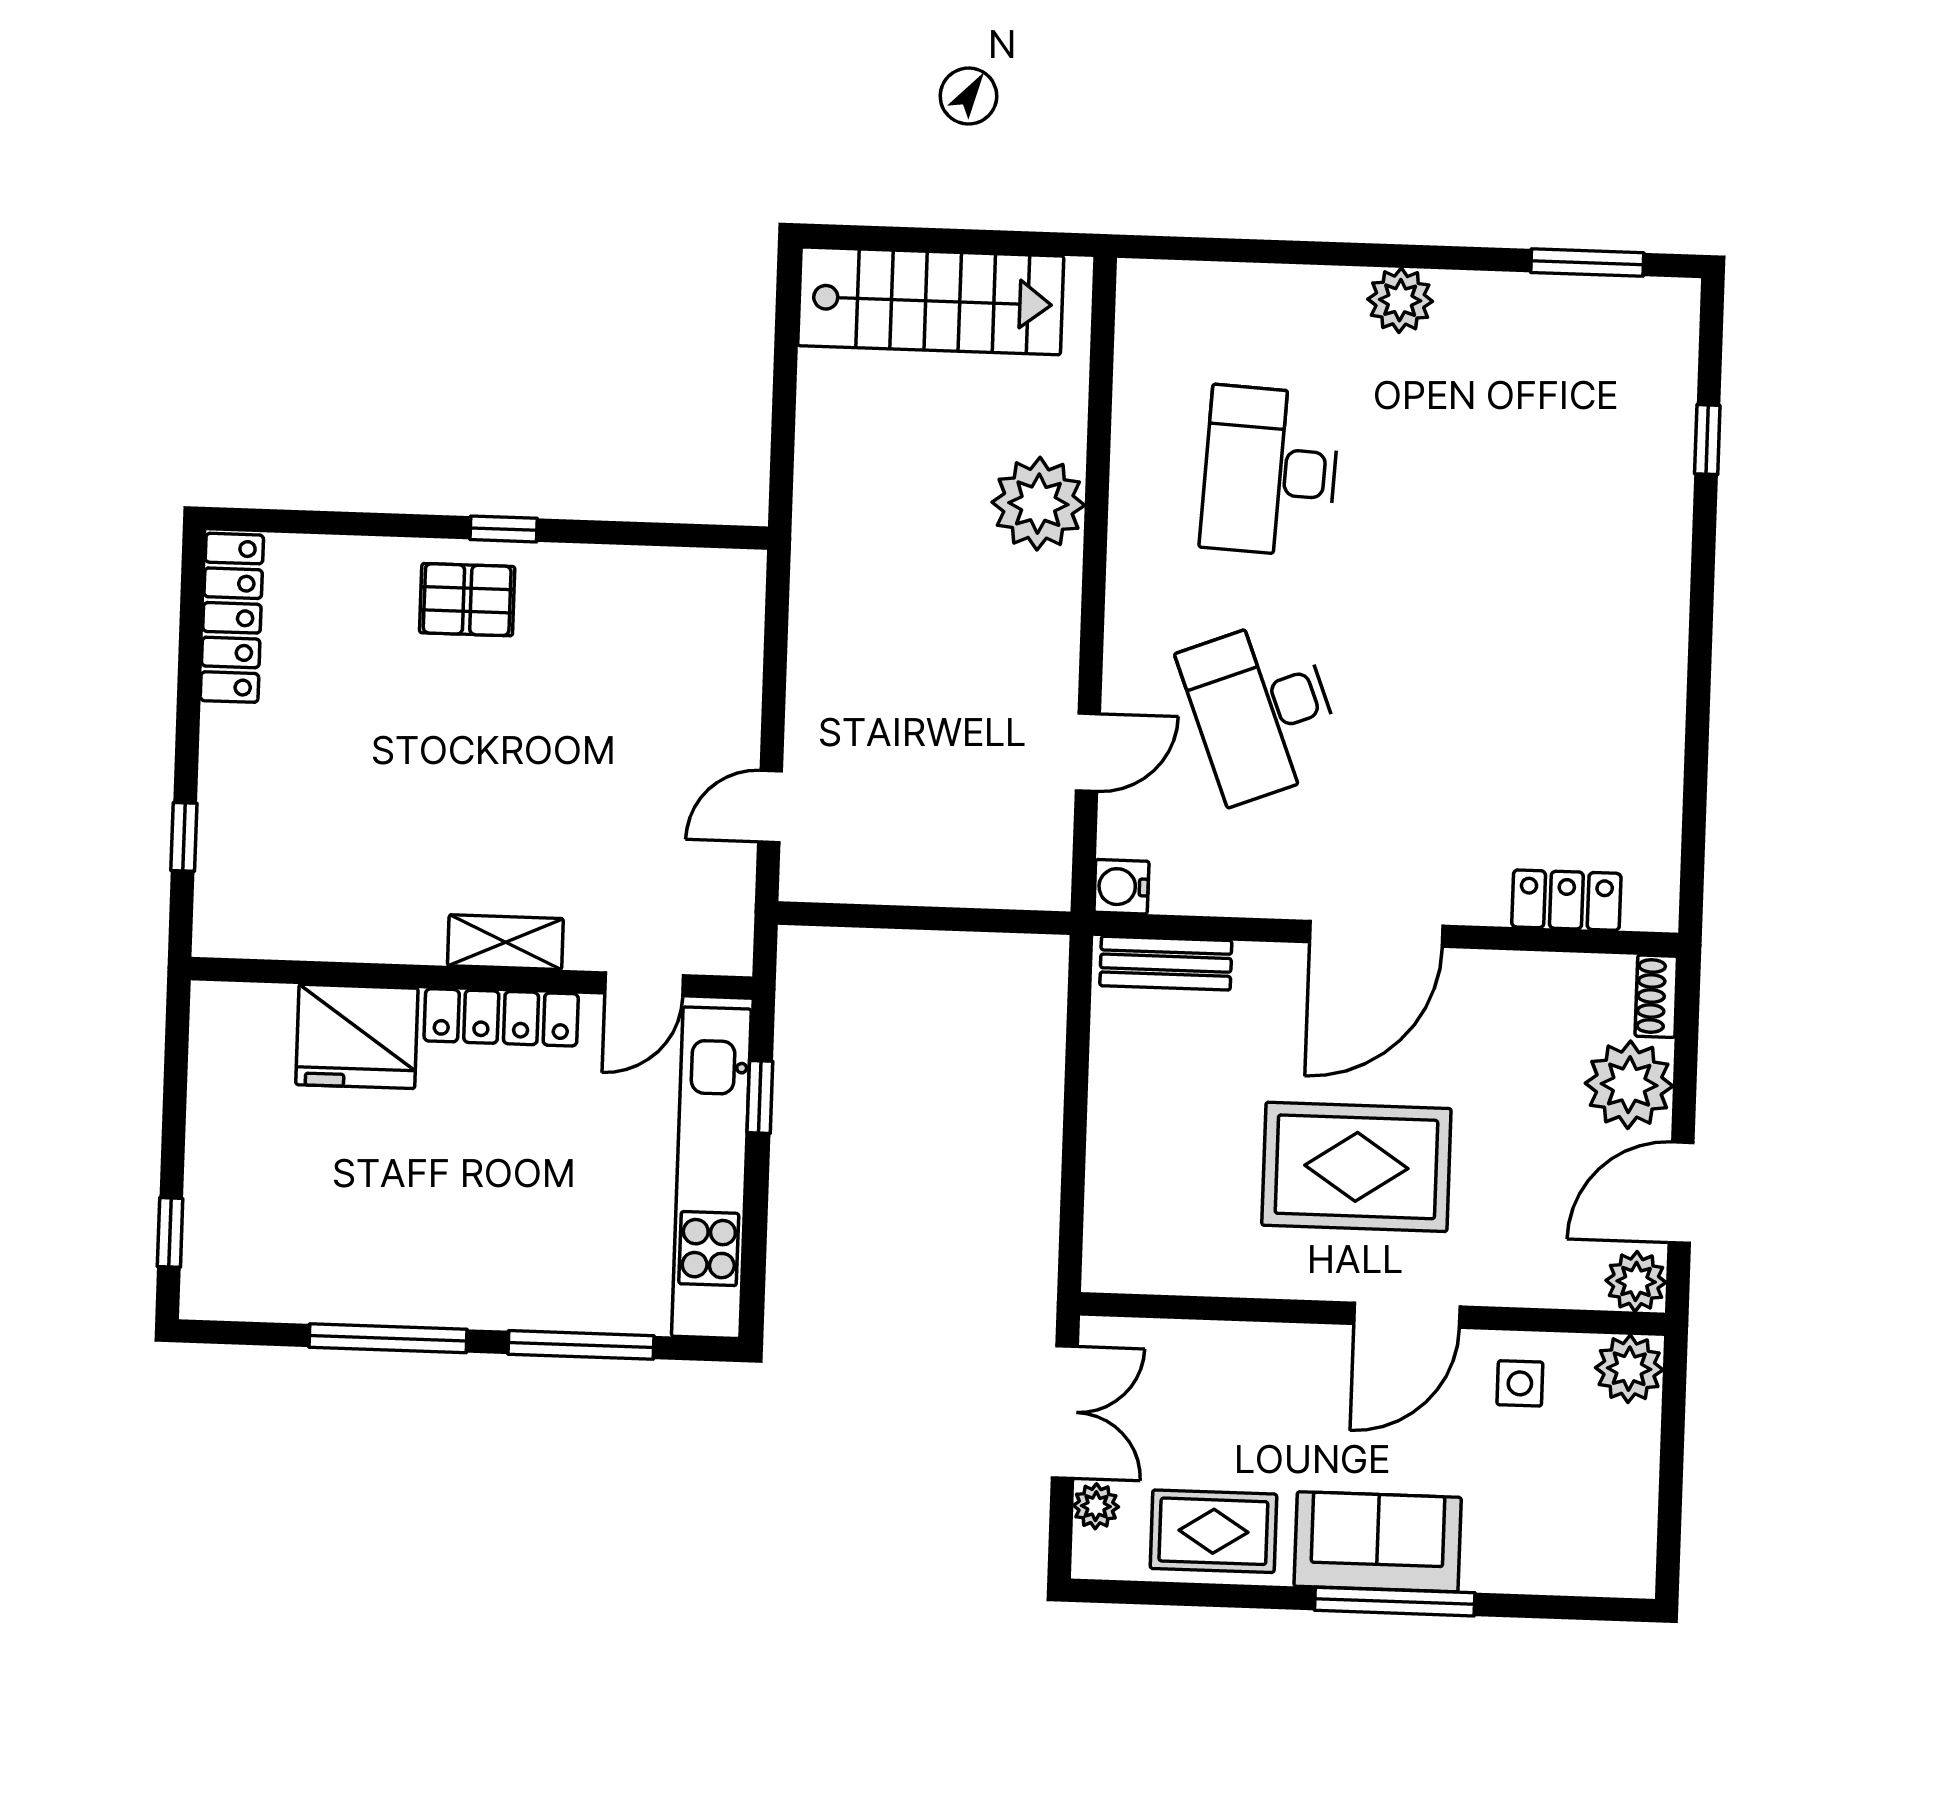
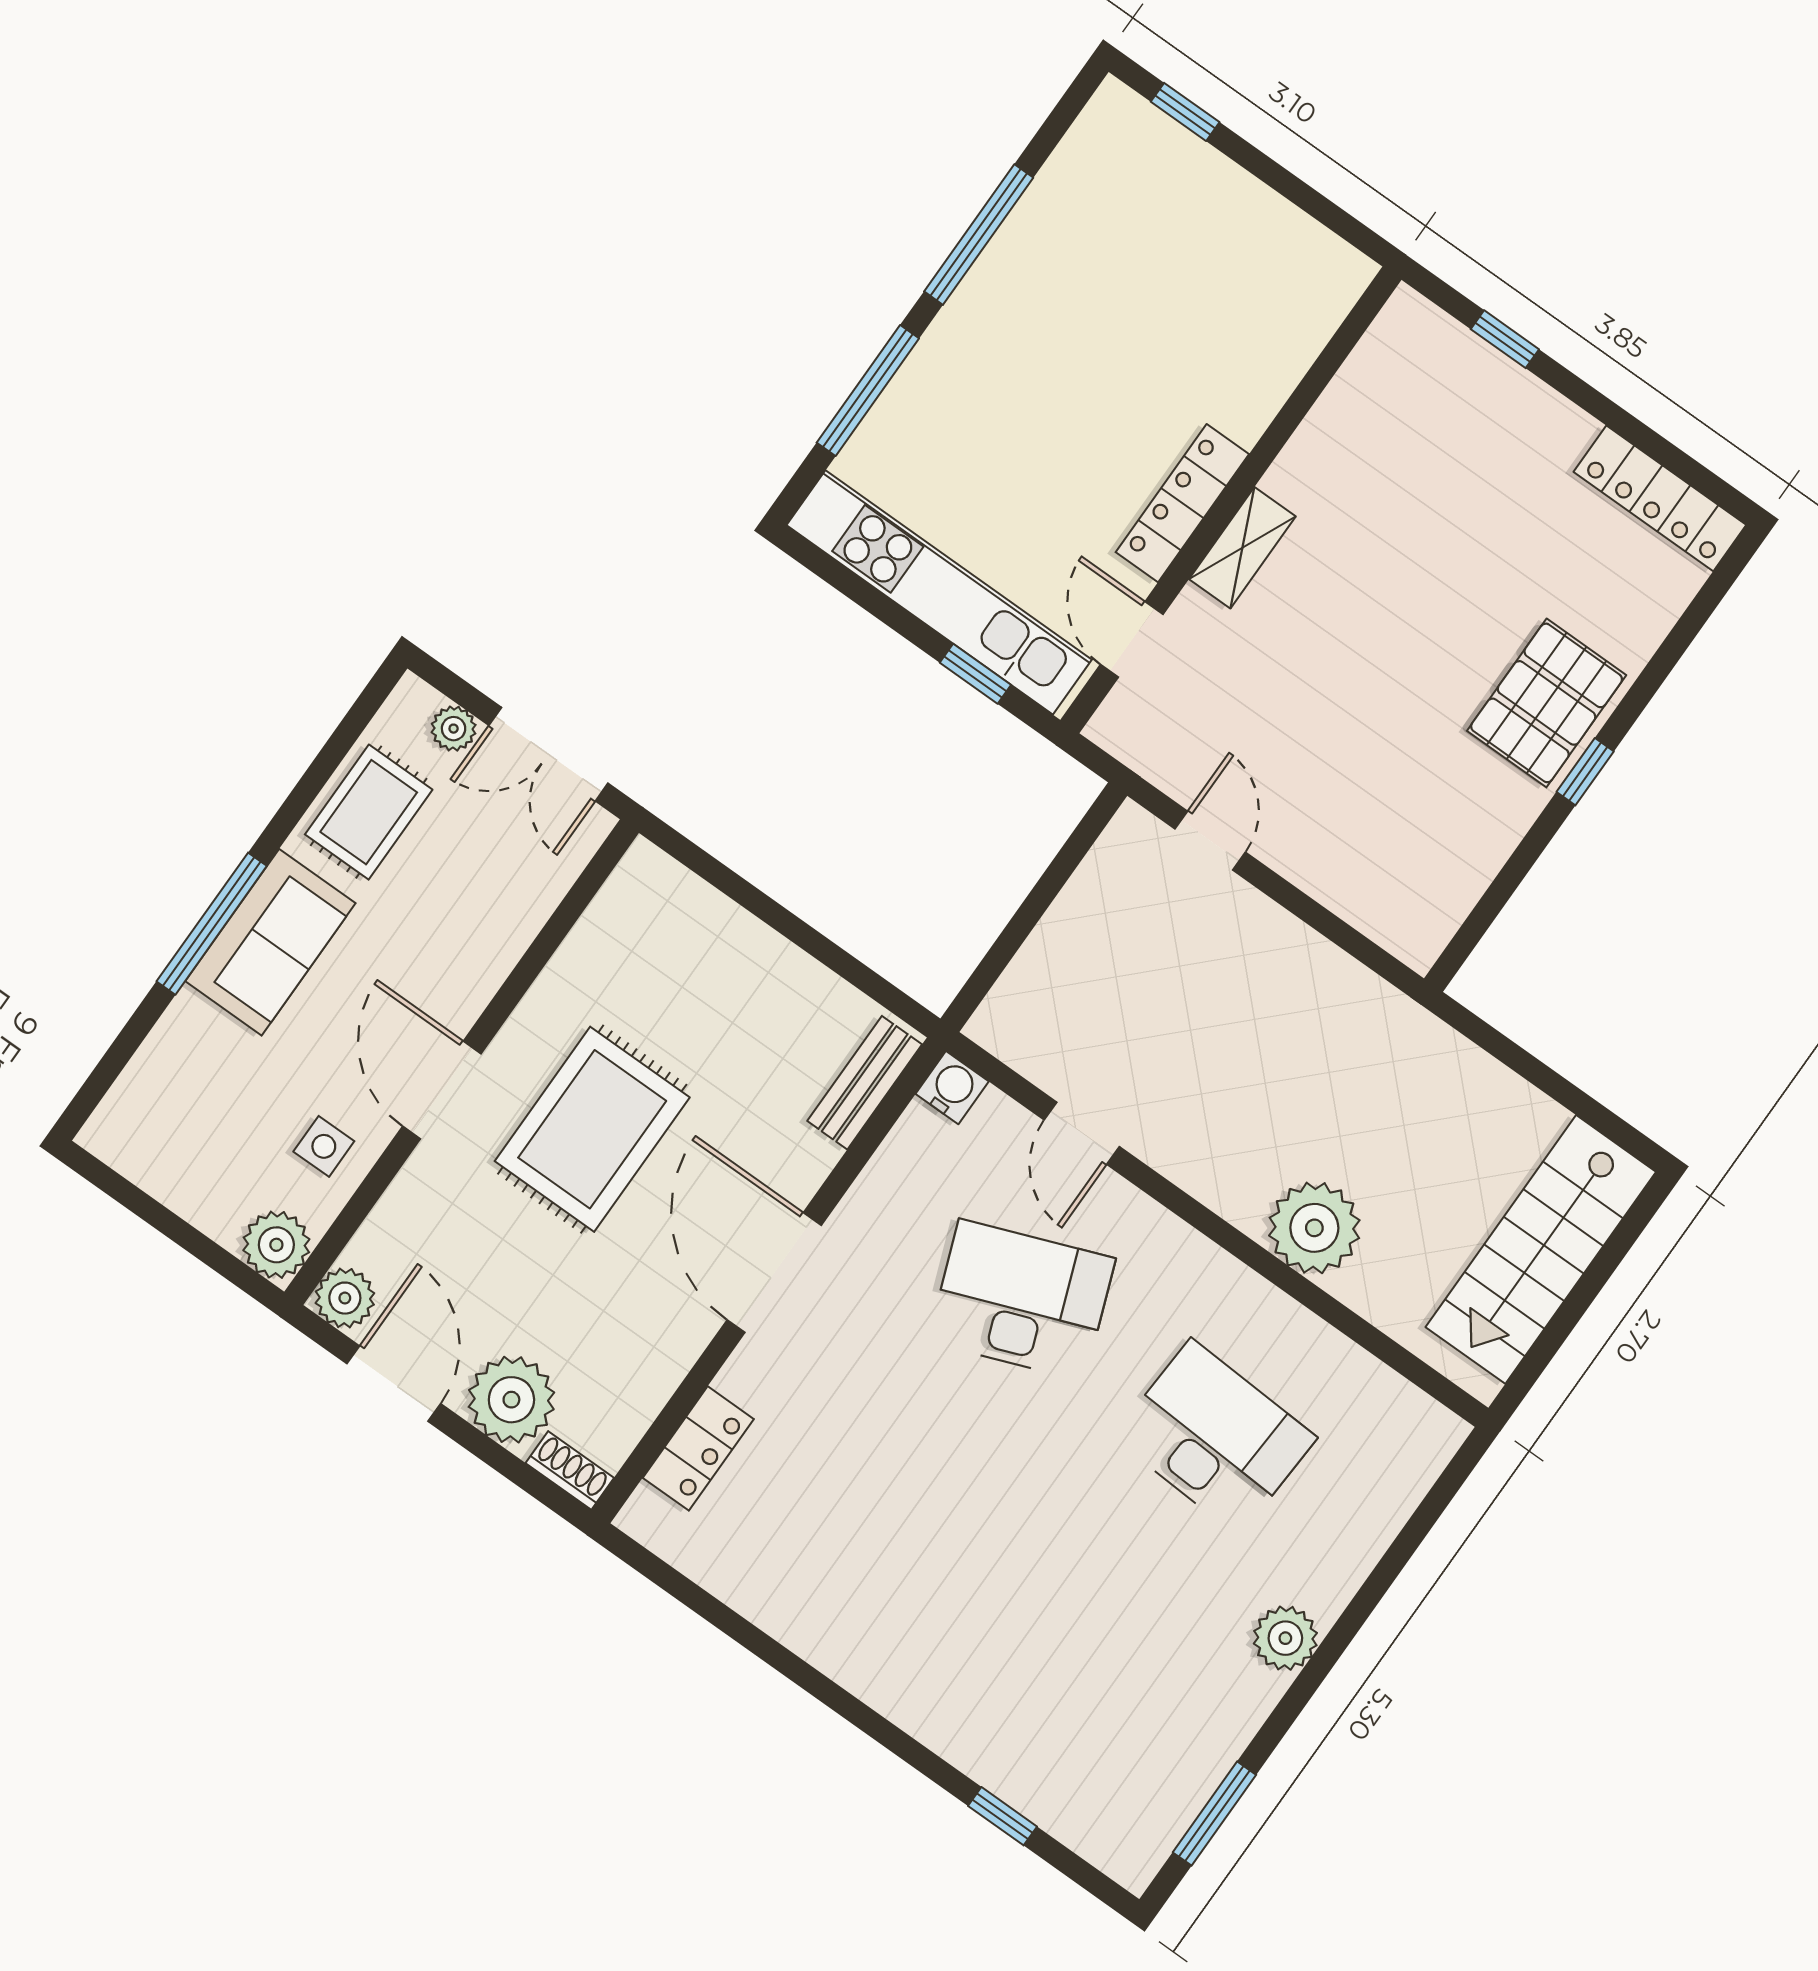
pallet: (467, 600) -> (1547, 703), width x1.50, depth x1.42
fridge: (357, 1036) -> (1245, 373), removed

